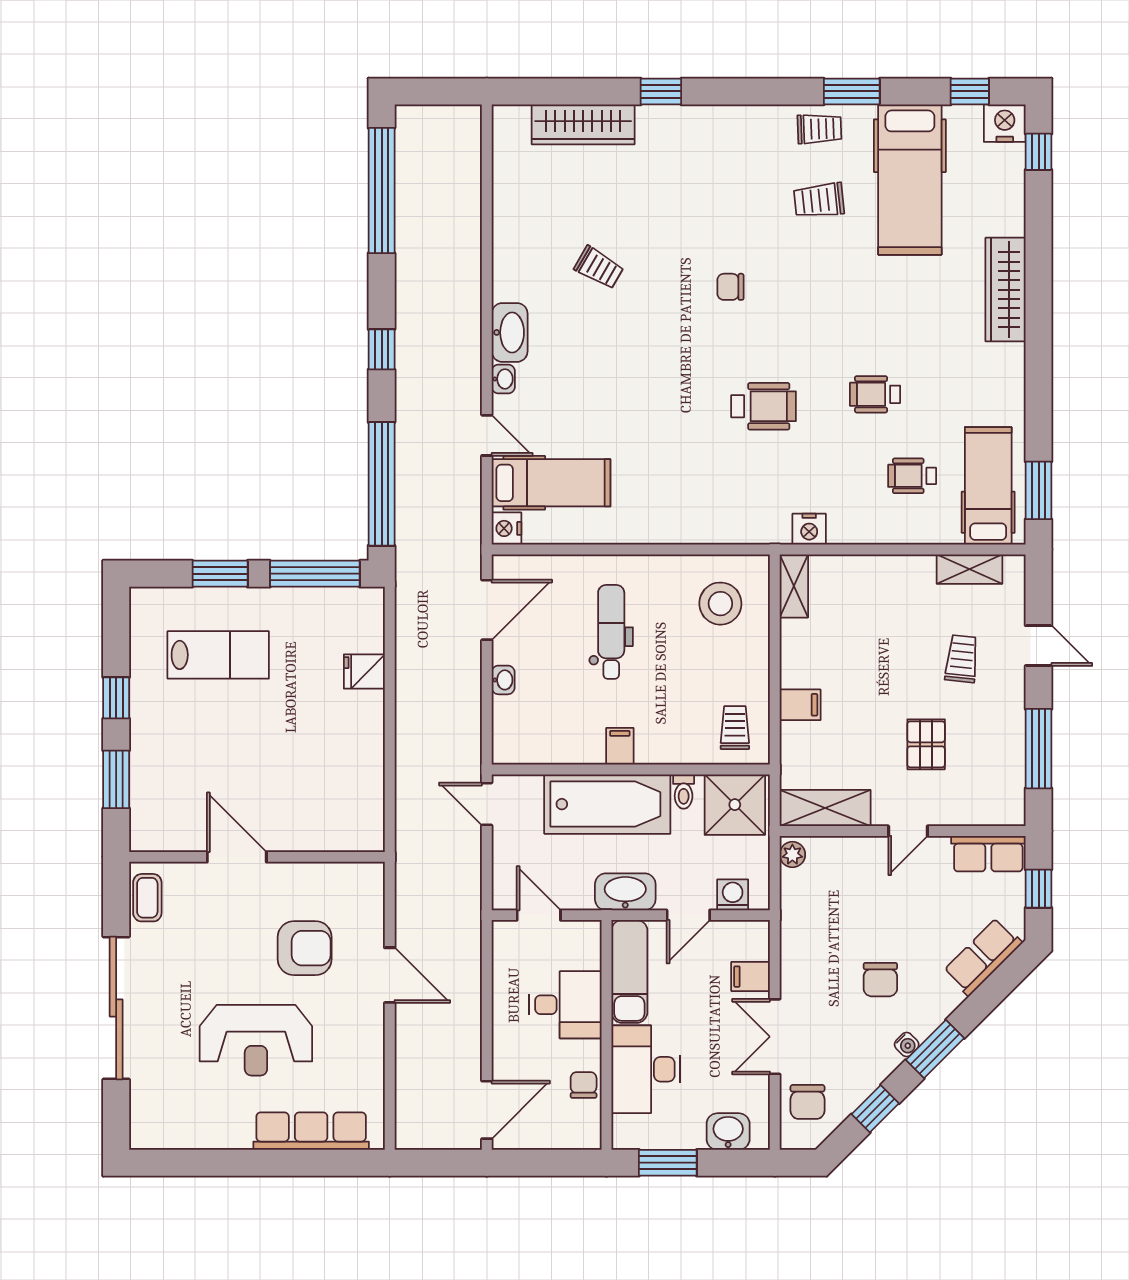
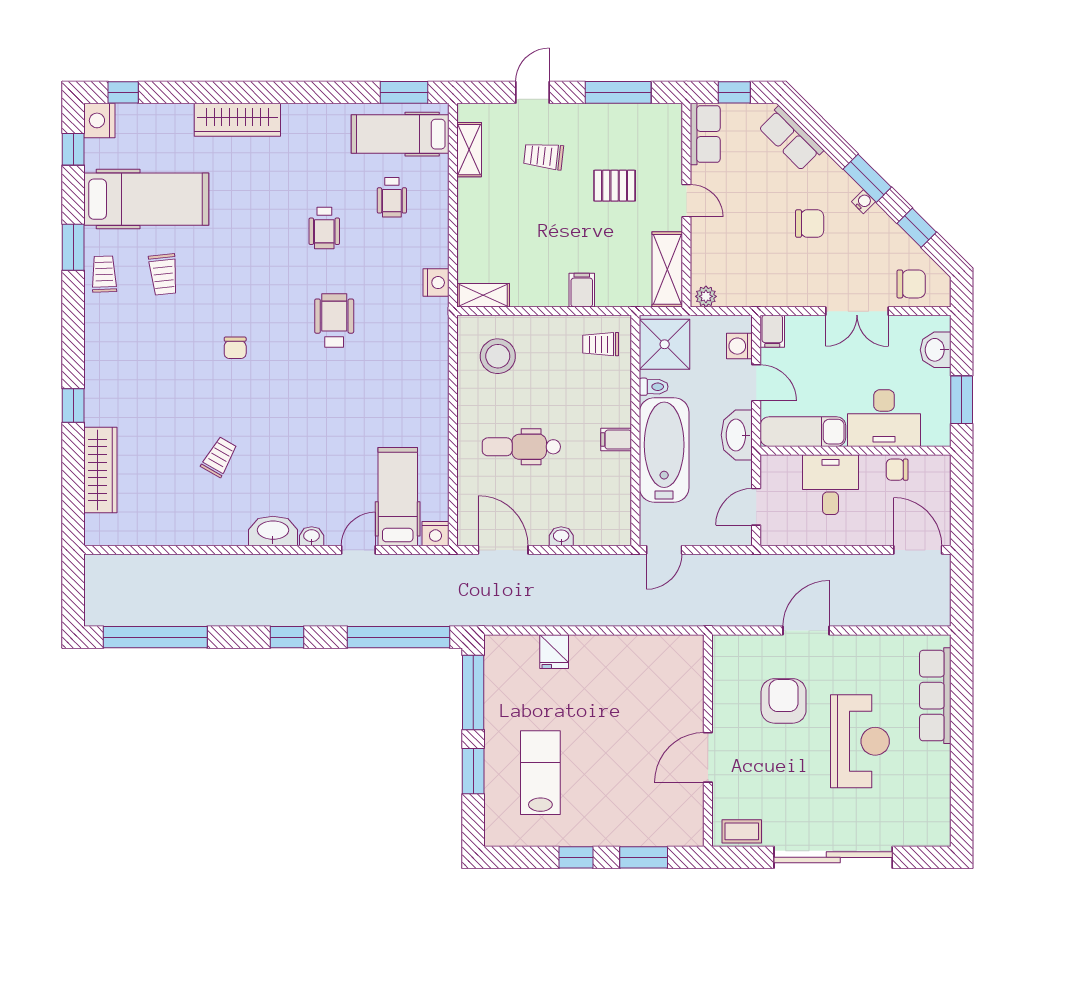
filing cabinet: (751, 977) -> (772, 331), moved

